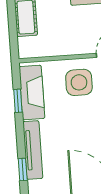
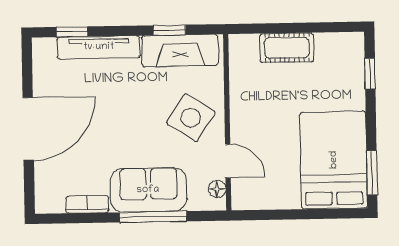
side table: (79, 82) -> (191, 118), turned 33

